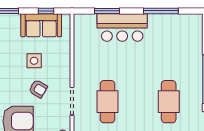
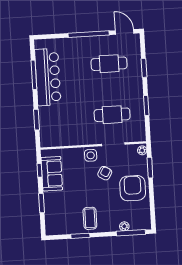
bar counter: (122, 27) -> (48, 77), moved, width x1.36
side table: (34, 61) -> (91, 155), moved

